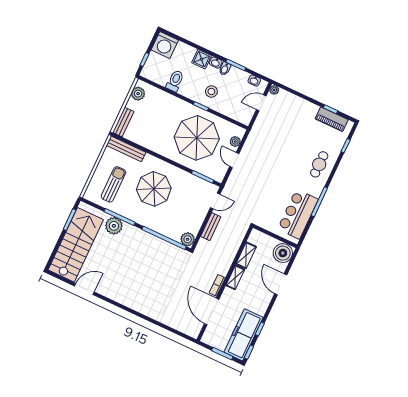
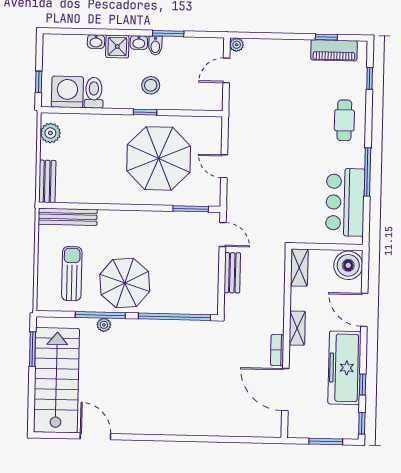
washing machine: (165, 45) -> (67, 92), moved, turned 180
washbasin: (254, 81) -> (96, 42), moved
plant: (235, 142) -> (214, 140), removed
parasol: (154, 189) -> (125, 283), moved
door: (215, 201) -> (223, 234), hinge flipped
plant: (114, 226) -> (104, 325), width x0.53, depth x0.53
plant: (188, 239) -> (208, 304), removed
shelving: (246, 255) -> (299, 268), moved
door: (84, 289) -> (95, 436), hinge flipped
freezer: (244, 335) -> (345, 368), moved

